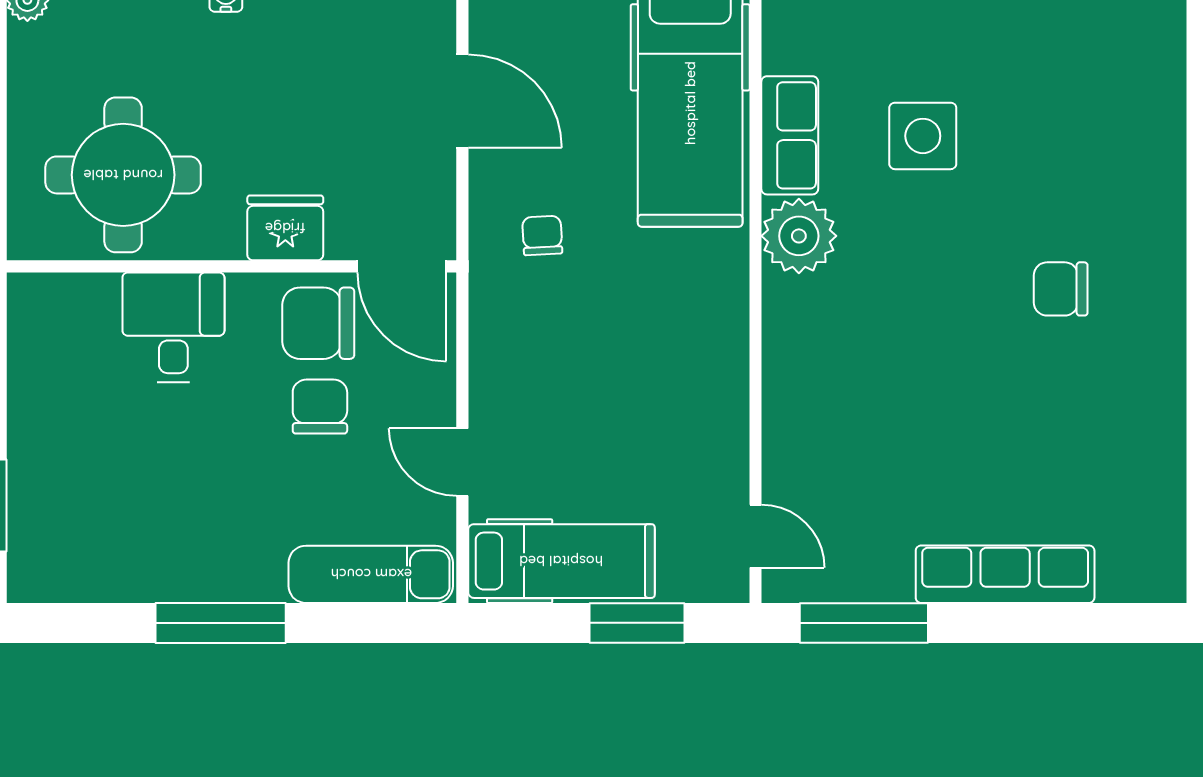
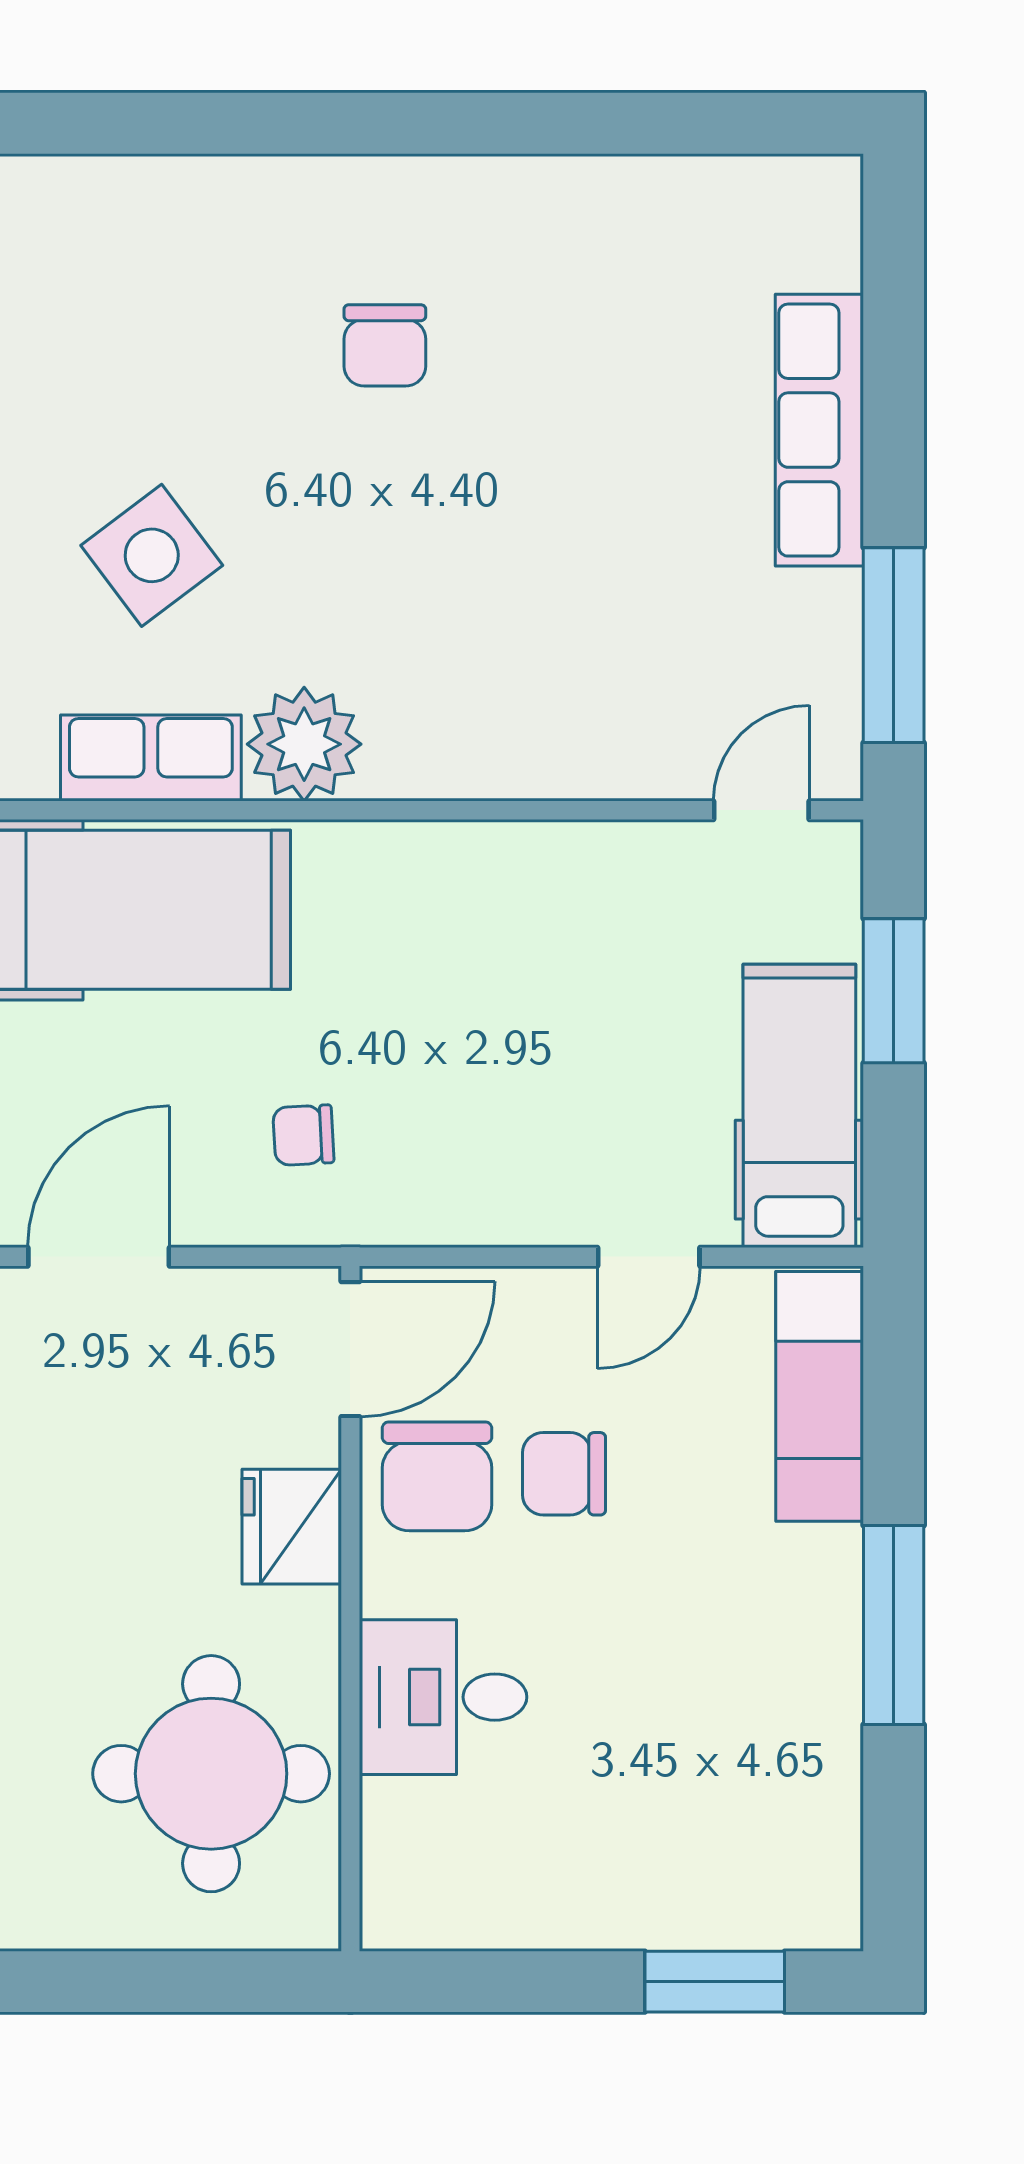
side table: (923, 136) -> (152, 555), turned -37

